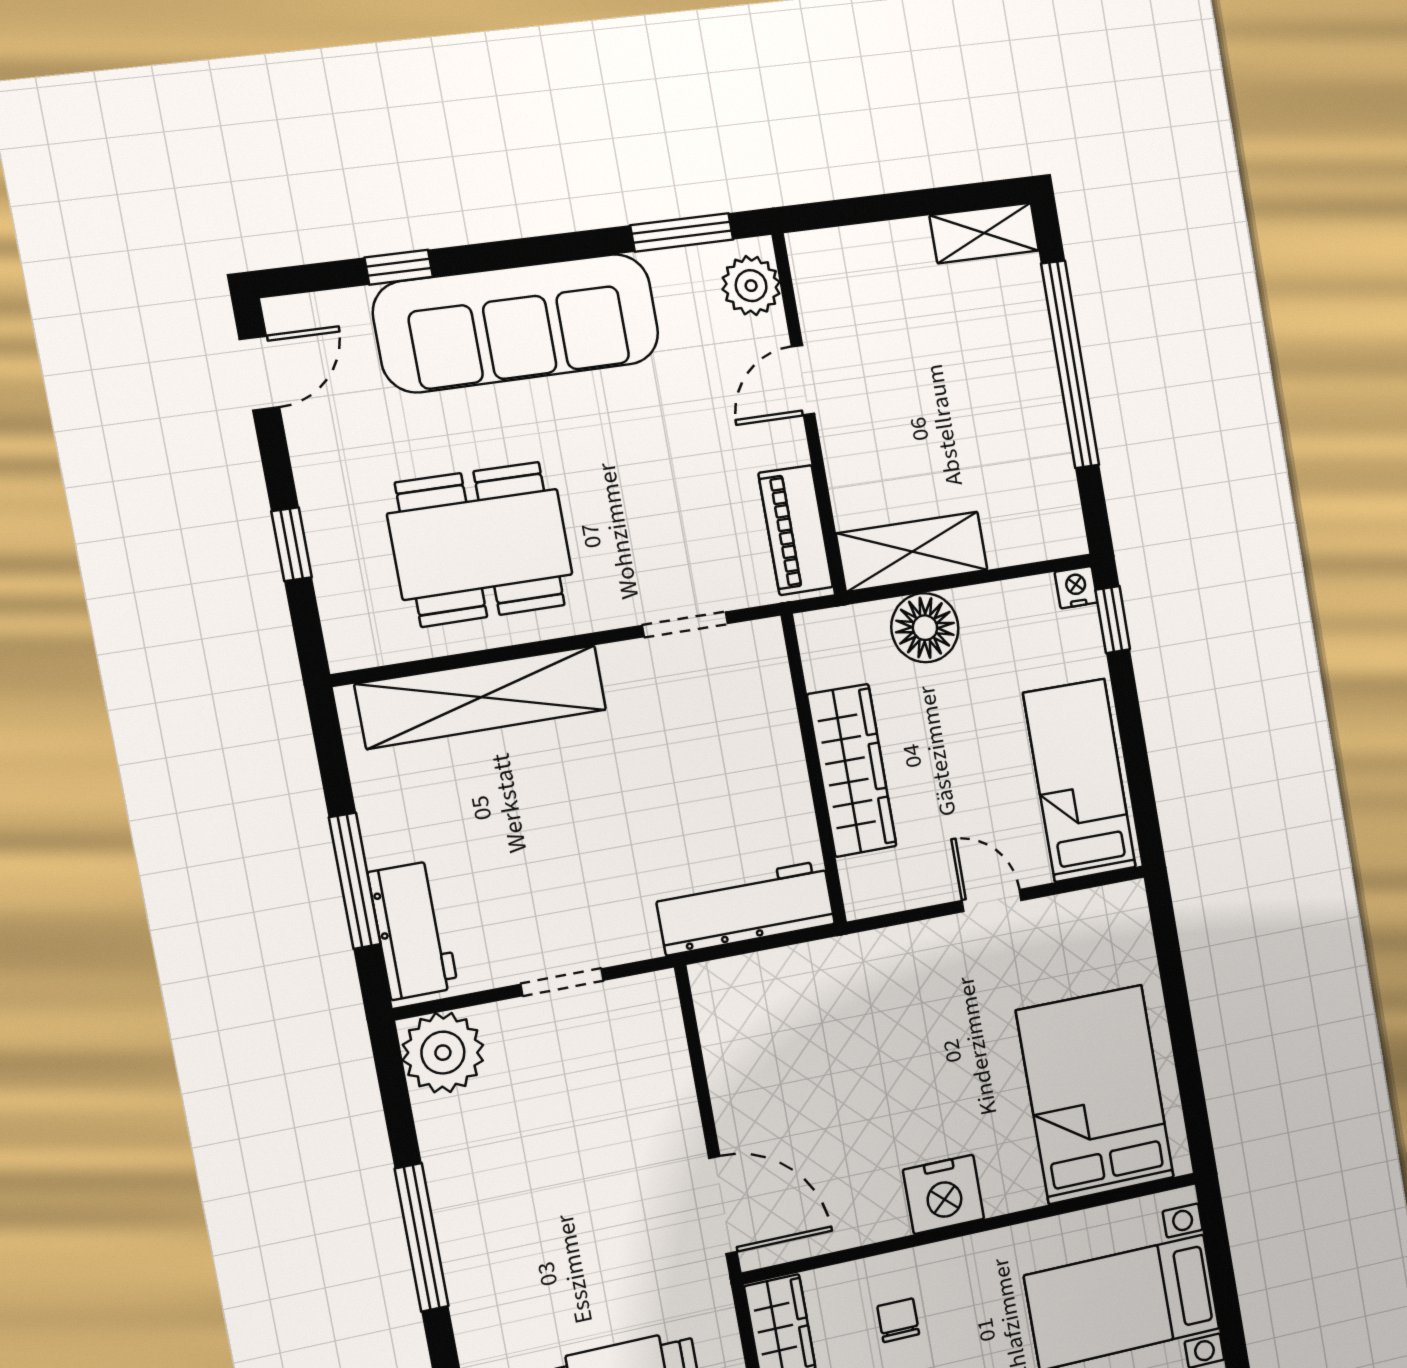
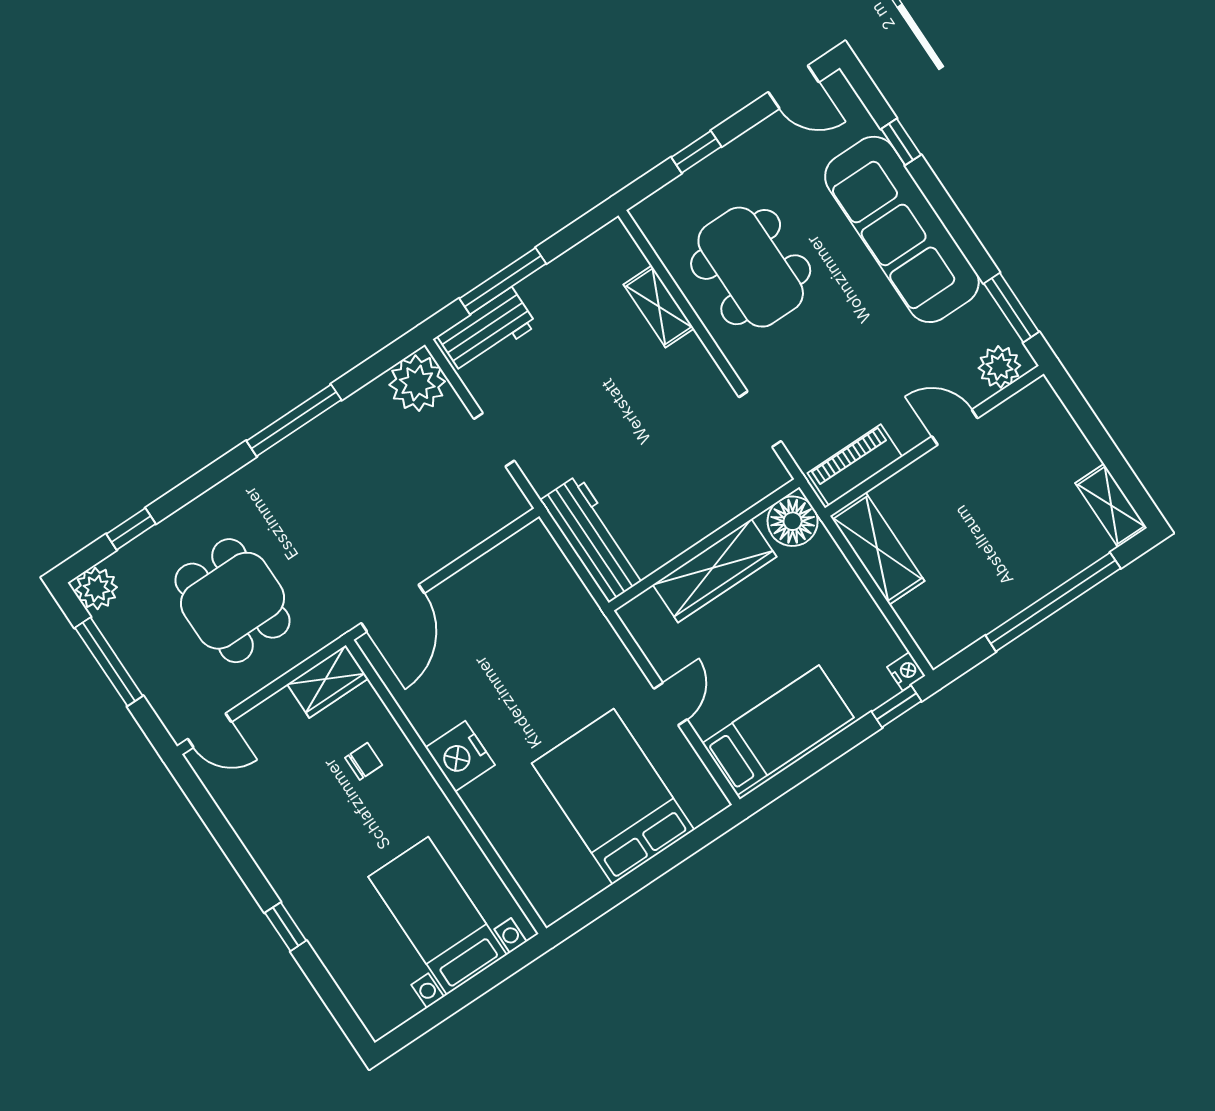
floor lamp: (925, 628) -> (793, 521), moved
shelving: (481, 697) -> (659, 306), width x0.45, depth x0.75
bed: (1095, 1094) -> (613, 797), moved, turned -90

